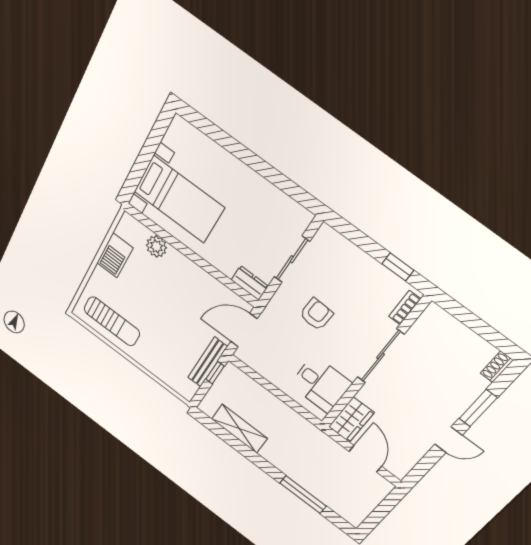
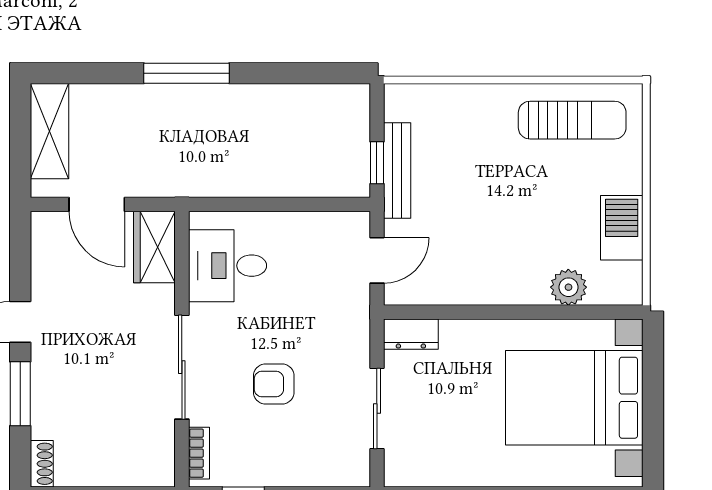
bed with nightstands: (179, 199) -> (574, 398), width x1.36
armchair: (316, 314) -> (274, 384), moved, turned 87
sun lounger: (112, 321) -> (572, 120), turned 180
door: (244, 330) -> (377, 260), width x0.73
shelving: (239, 429) -> (50, 131), moved, turned 90
window: (303, 495) -> (186, 73), moved

